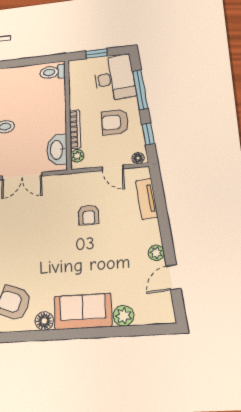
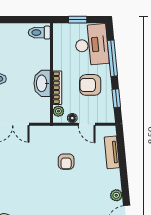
washbasin: (57, 150) -> (42, 83), moved
floor lamp: (138, 158) -> (72, 118), moved

